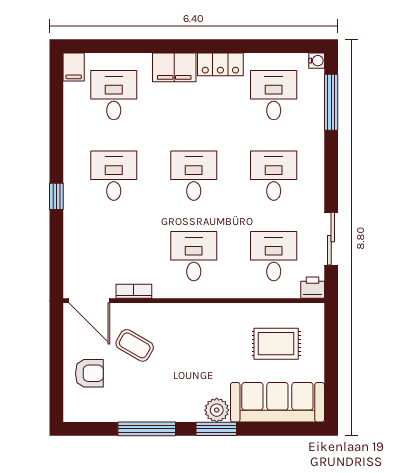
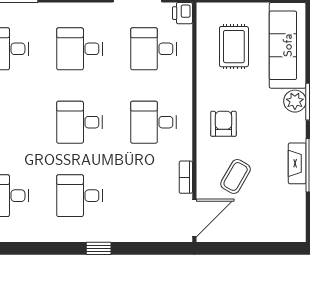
armchair: (89, 373) -> (223, 124), moved
fireplace: (149, 413) -> (297, 163), added

